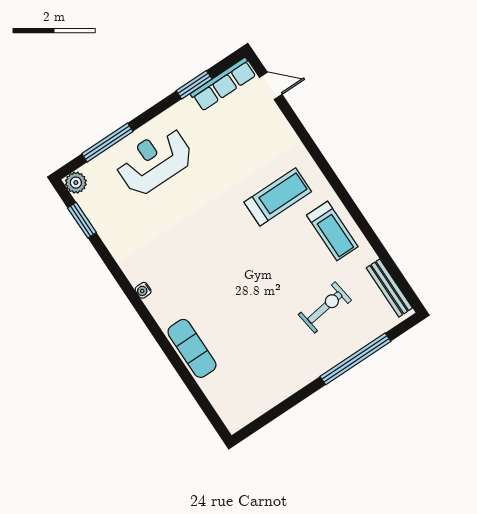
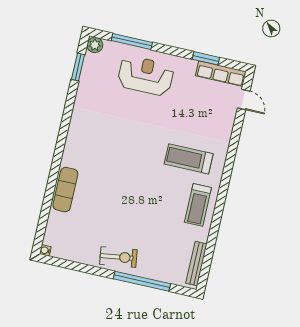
treadmill: (278, 197) -> (189, 159), turned 180
water cooler: (143, 290) -> (45, 250), moved
exercise bike: (325, 307) -> (118, 257), moved

